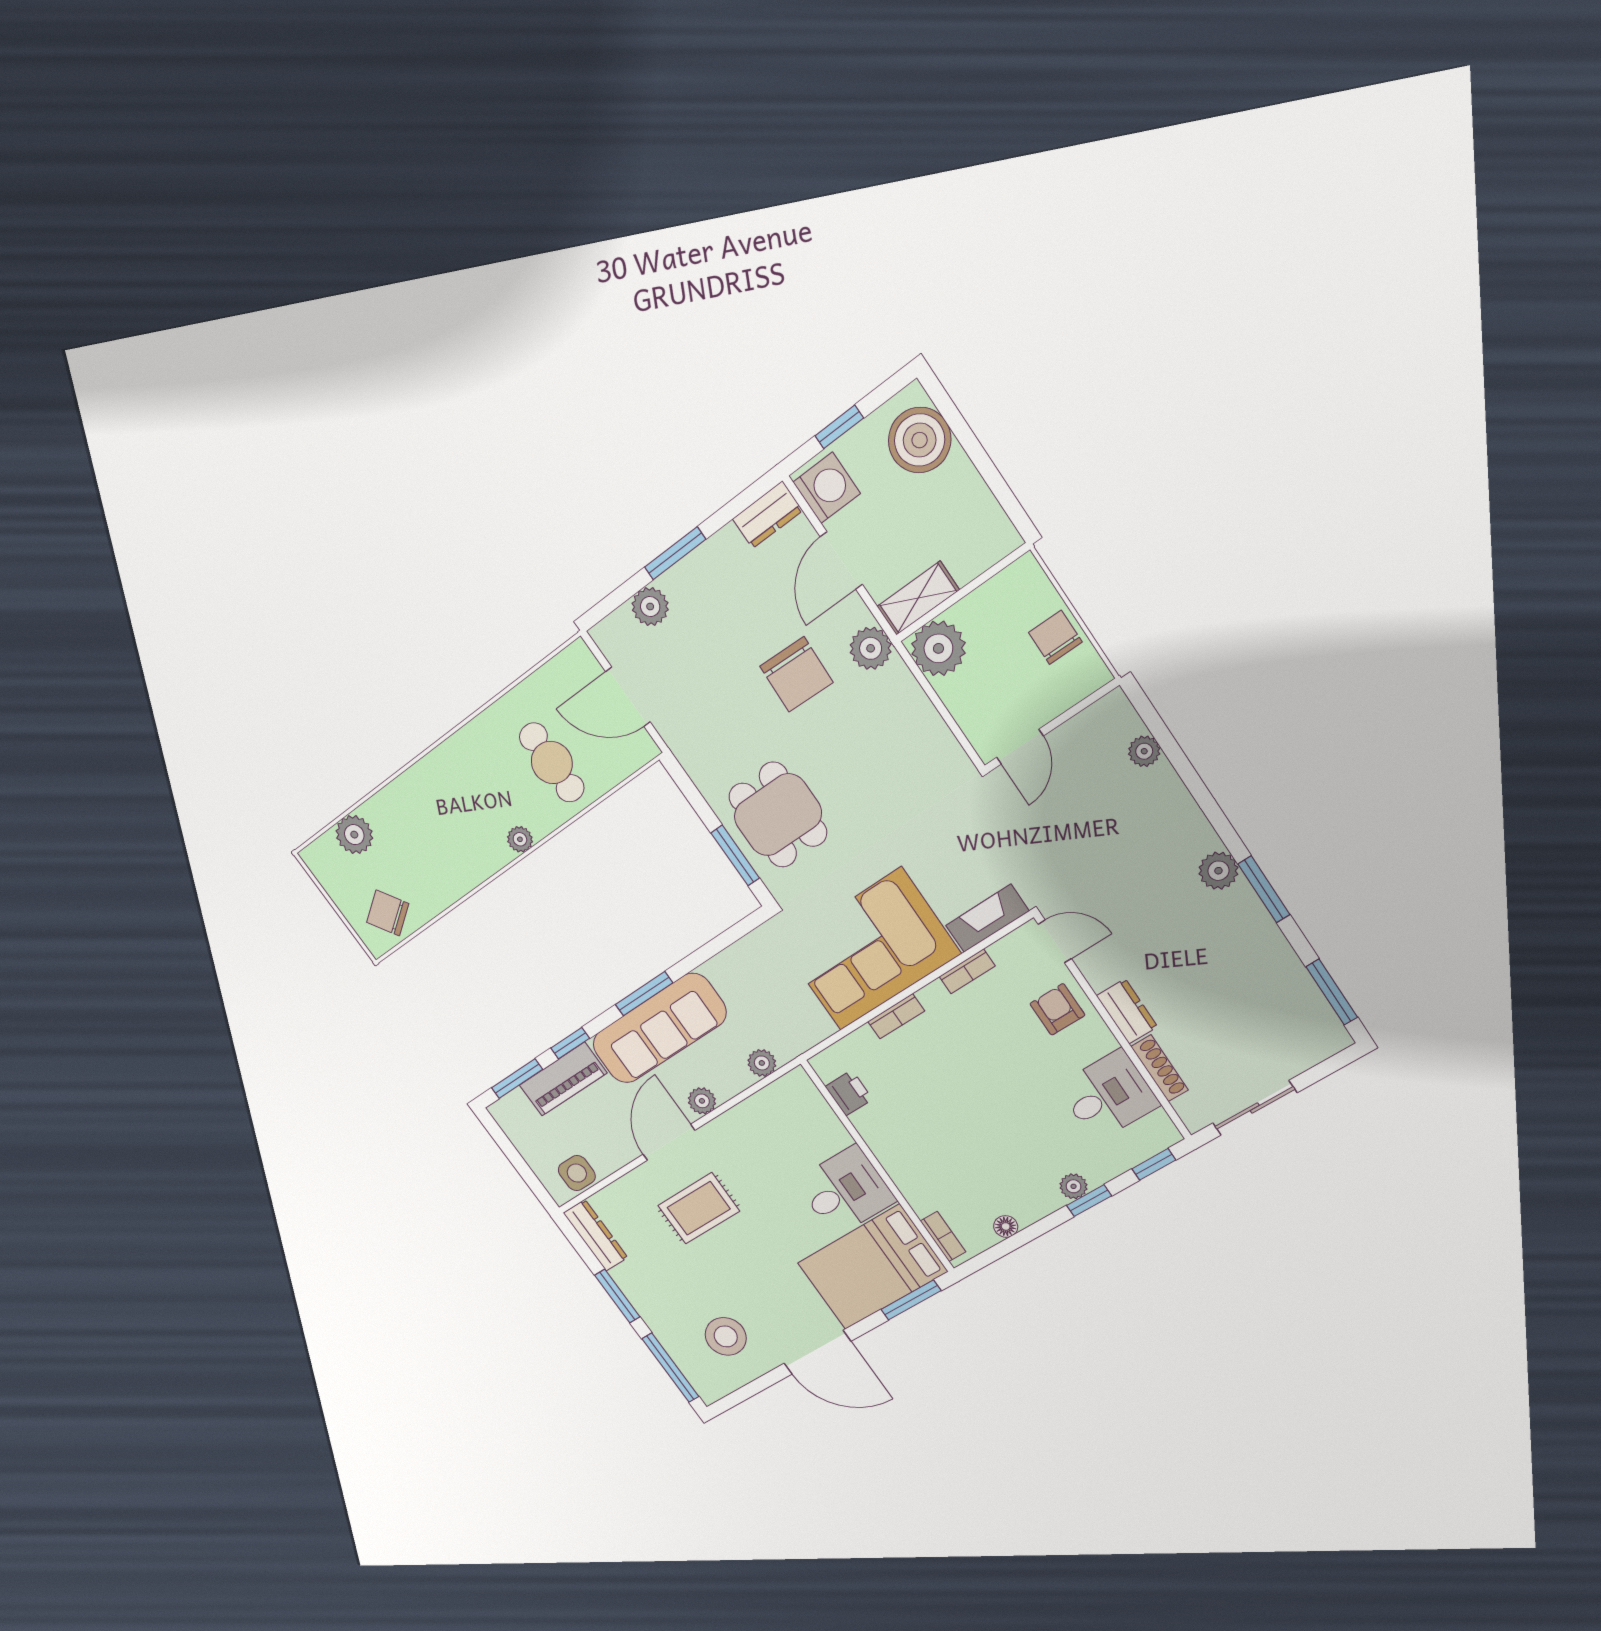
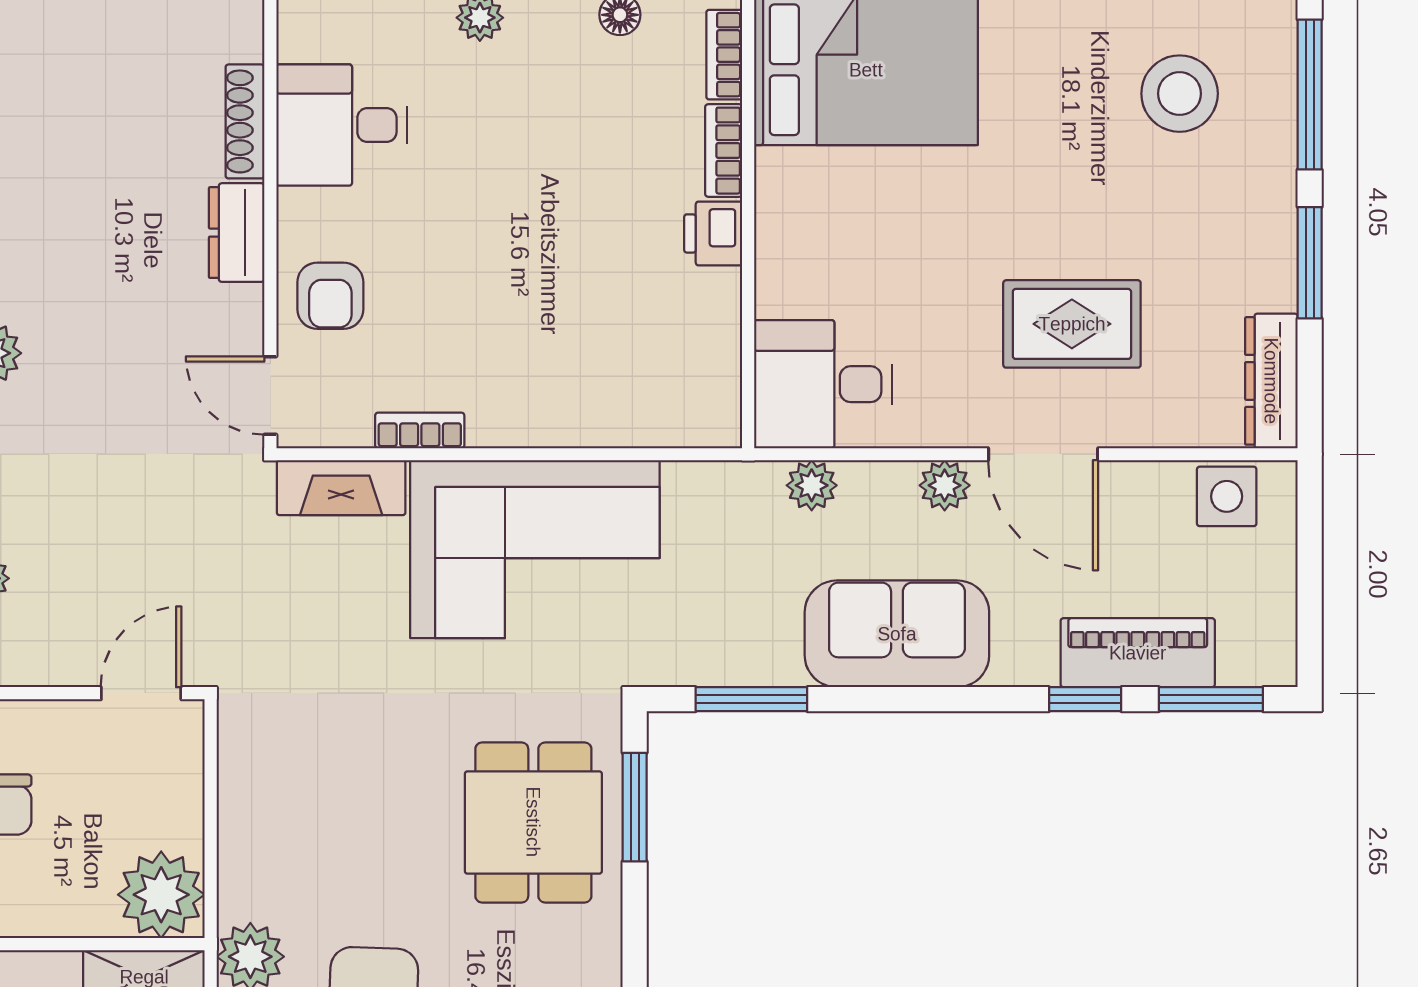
window: (644, 994) -> (751, 699), moved
bookcase: (896, 1016) -> (724, 151), moved, turned -90
sofa: (659, 1028) -> (897, 634), width x0.73
printer: (849, 1093) -> (713, 233), moved
door: (669, 1142) -> (1043, 454), hinge flipped
desk: (845, 1191) -> (823, 384), moved

